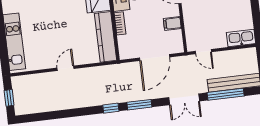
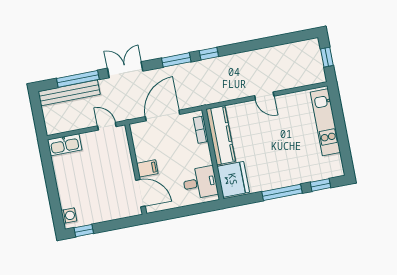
bookcase: (120, 23) -> (201, 130), moved
filing cabinet: (172, 23) -> (147, 168), moved
door: (66, 68) -> (264, 96), hinge flipped

